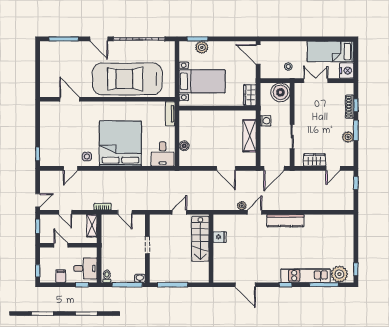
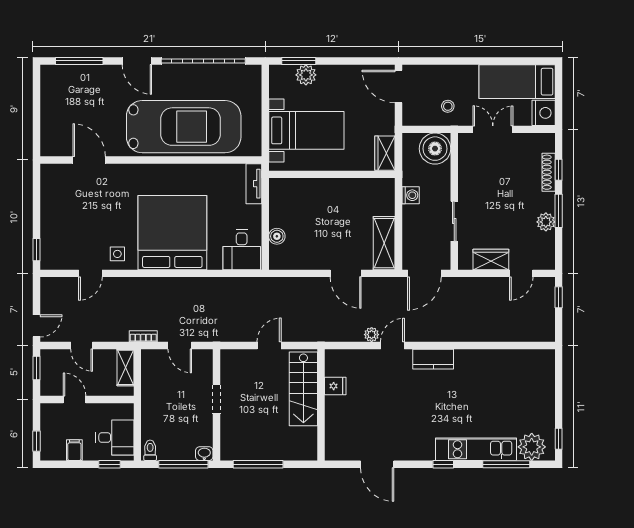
car: (127, 79) -> (184, 127), turned 180
shelving: (249, 136) -> (384, 243), moved
kitchen counter: (285, 221) -> (433, 359), width x0.67

